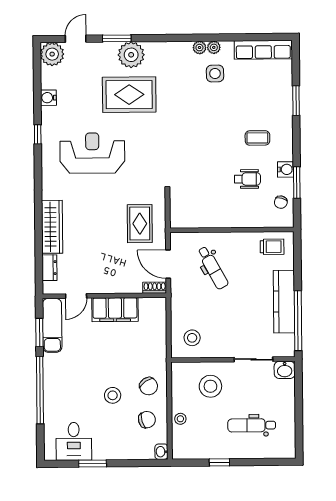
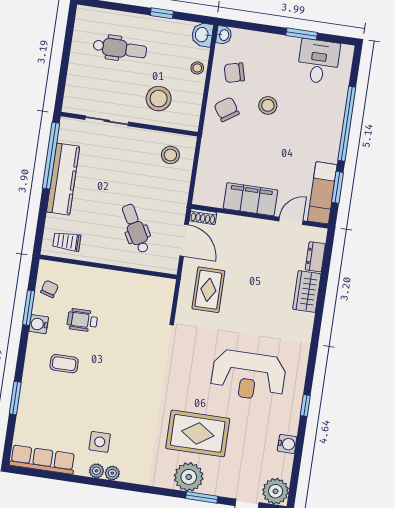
wardrobe: (52, 227) -> (307, 292), width x0.67
washbasin: (285, 370) -> (202, 35), moved, turned -90

